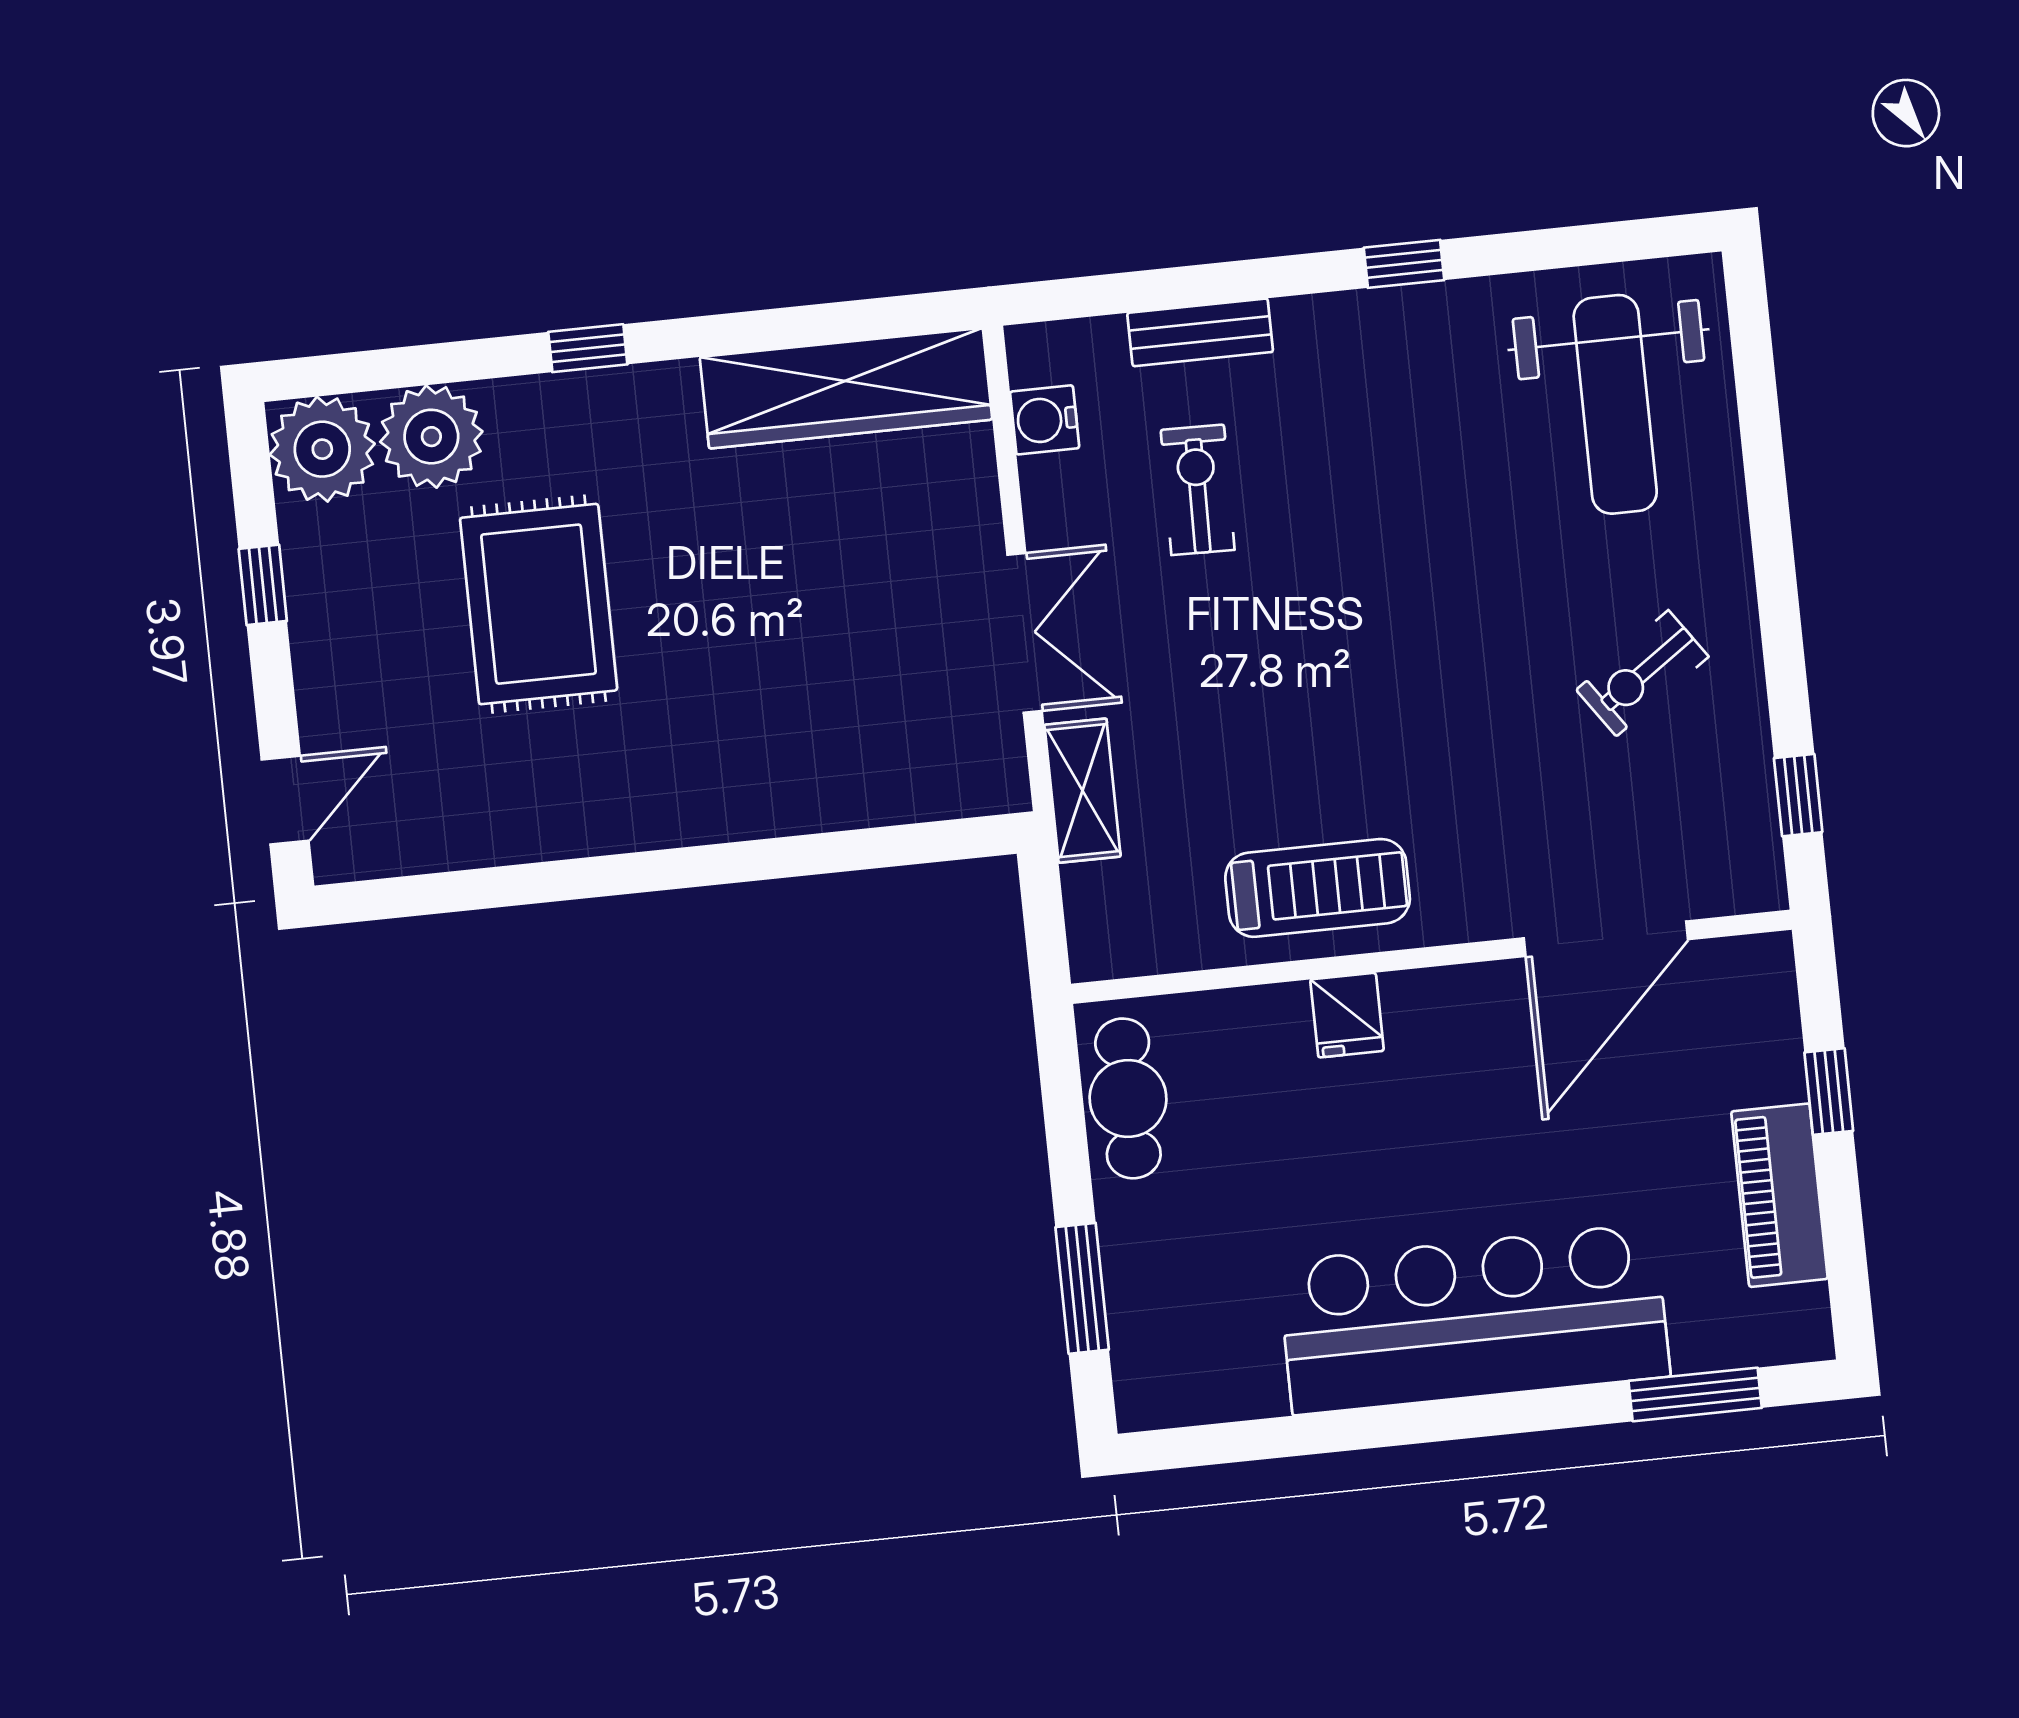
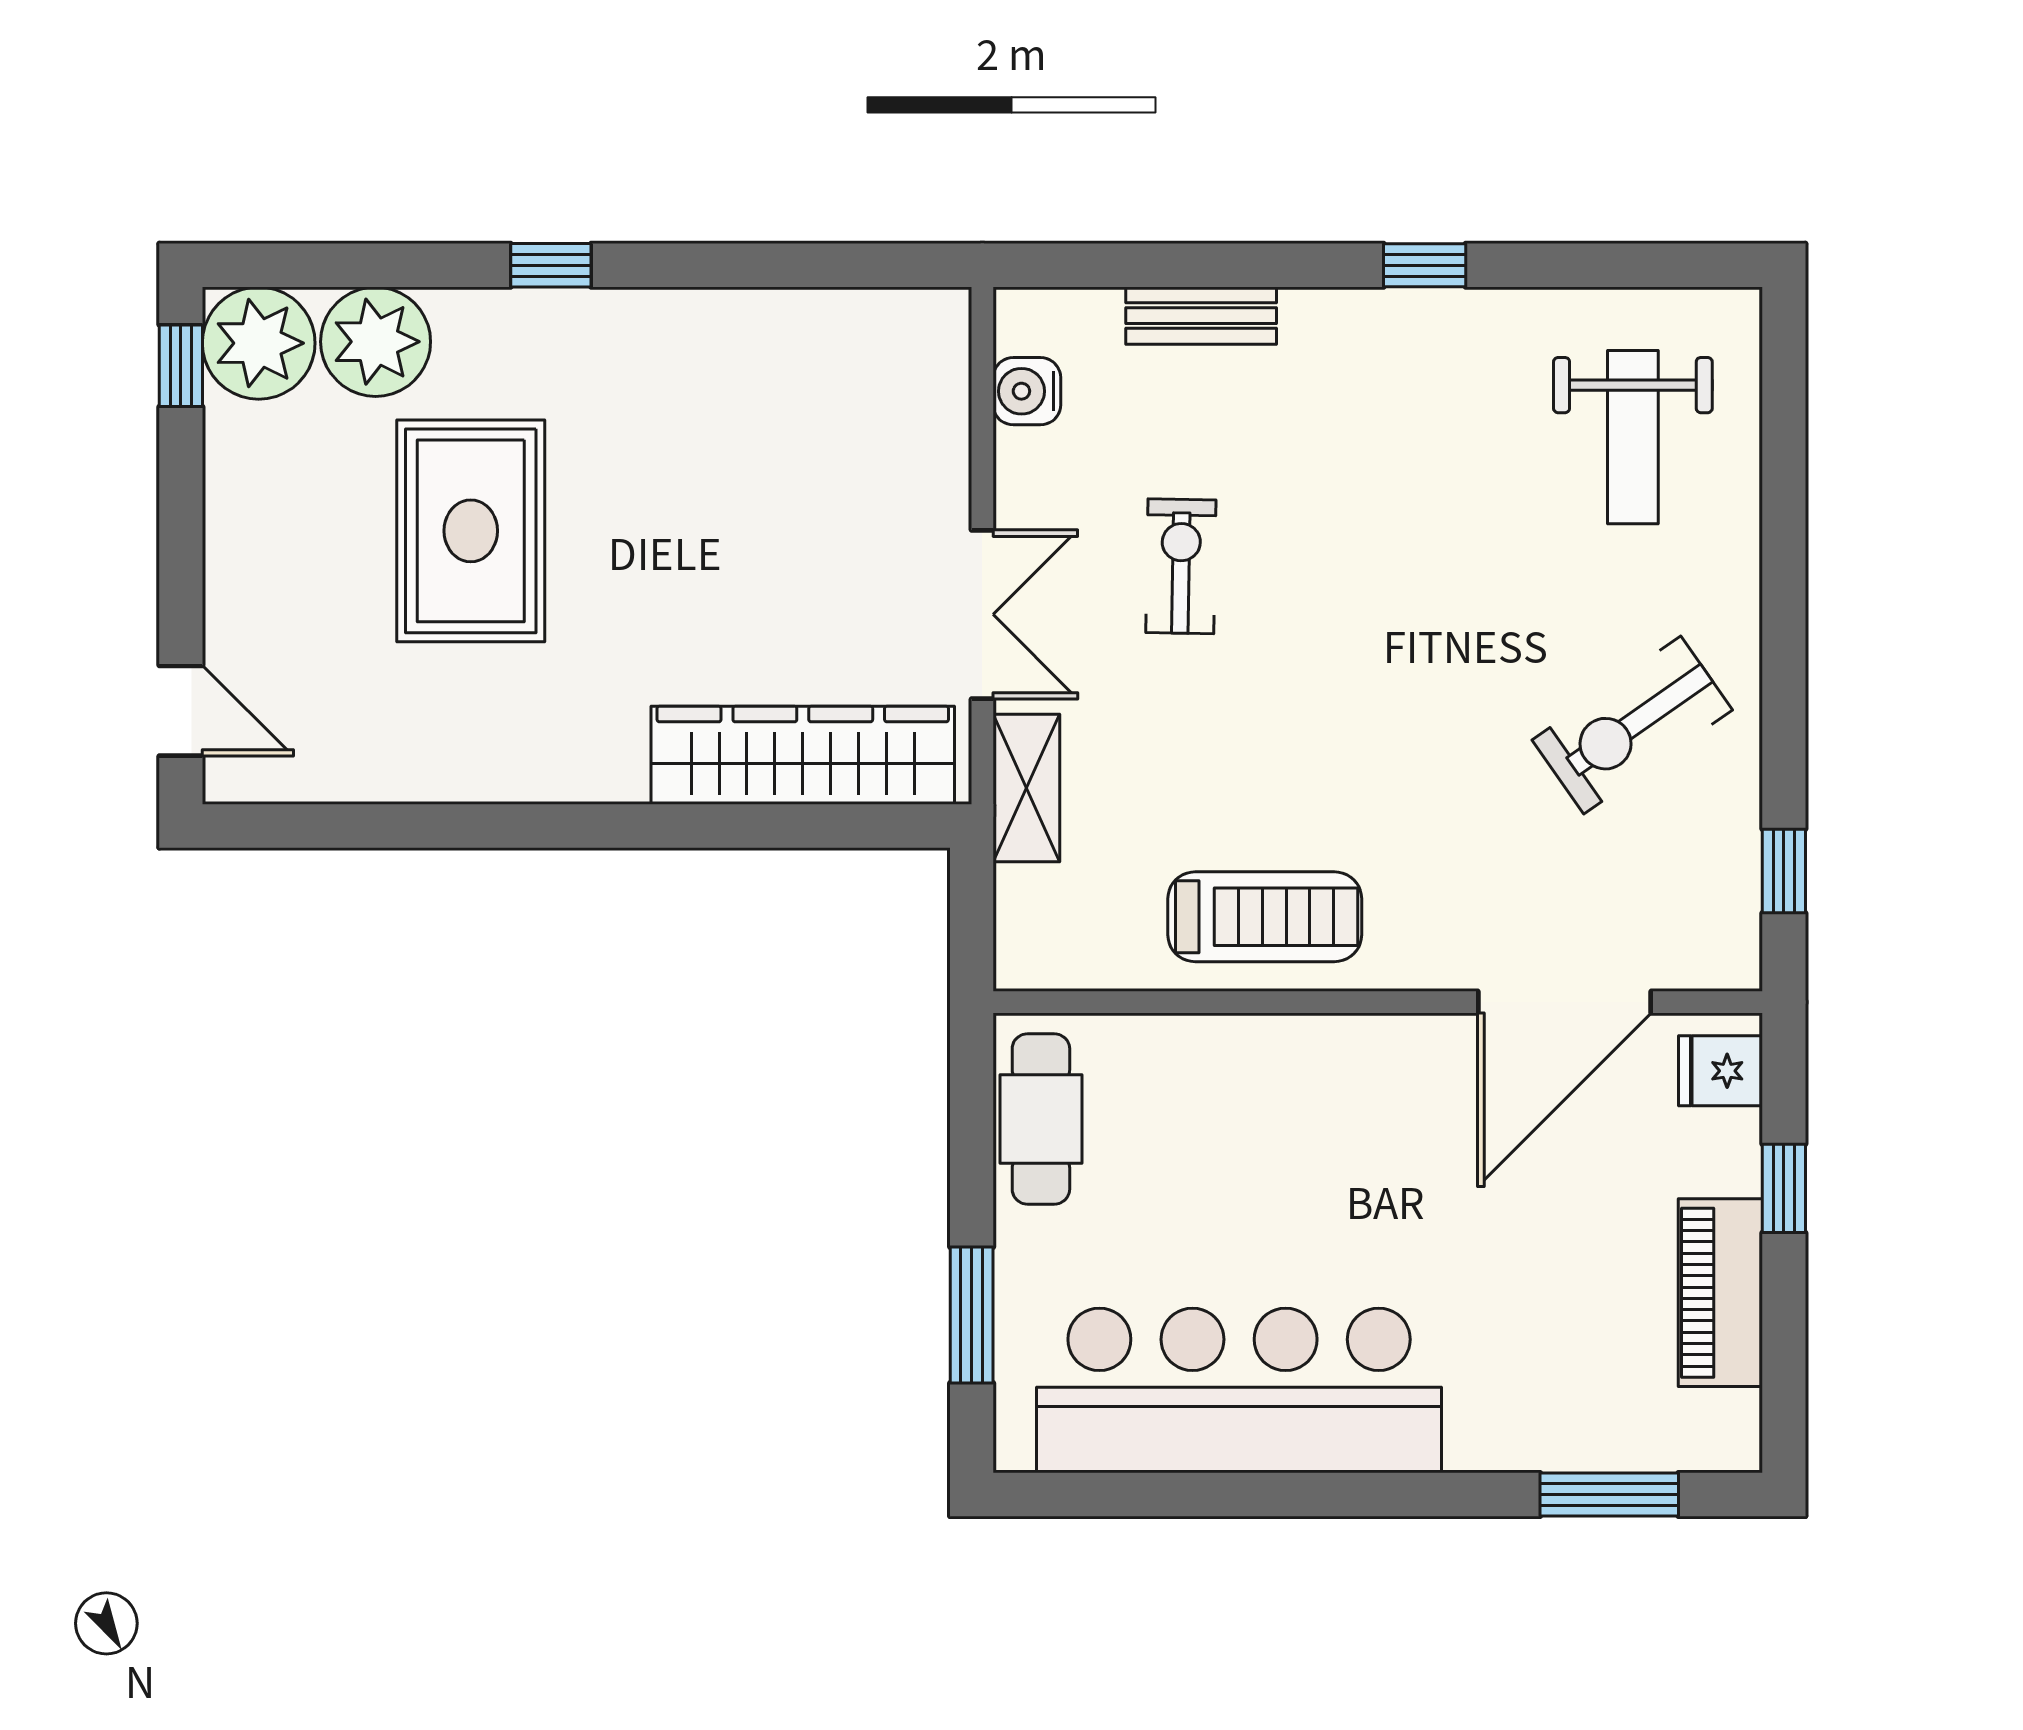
wardrobe: (846, 388) -> (803, 755), moved, turned 180
weight bench: (1615, 404) -> (1633, 437), width x0.73, depth x0.75
exercise bike: (1198, 490) -> (1181, 566), moved
window: (263, 585) -> (181, 366), moved
exercise bike: (1642, 673) -> (1632, 725), width x1.38, depth x1.39
door: (285, 800) -> (181, 711), hinge flipped
fridge: (1347, 1015) -> (1720, 1071), moved, turned 90
bar counter: (1474, 1319) -> (1239, 1390), moved

